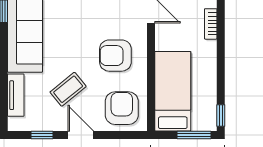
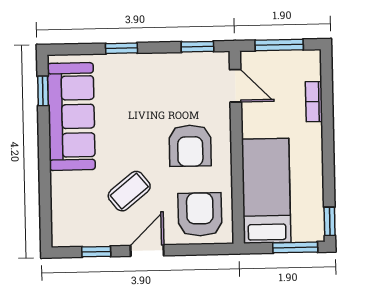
armchair: (115, 56) -> (190, 146), turned -90
tv unit: (16, 95) -> (61, 200), removed
door: (81, 135) -> (147, 251), hinge flipped

